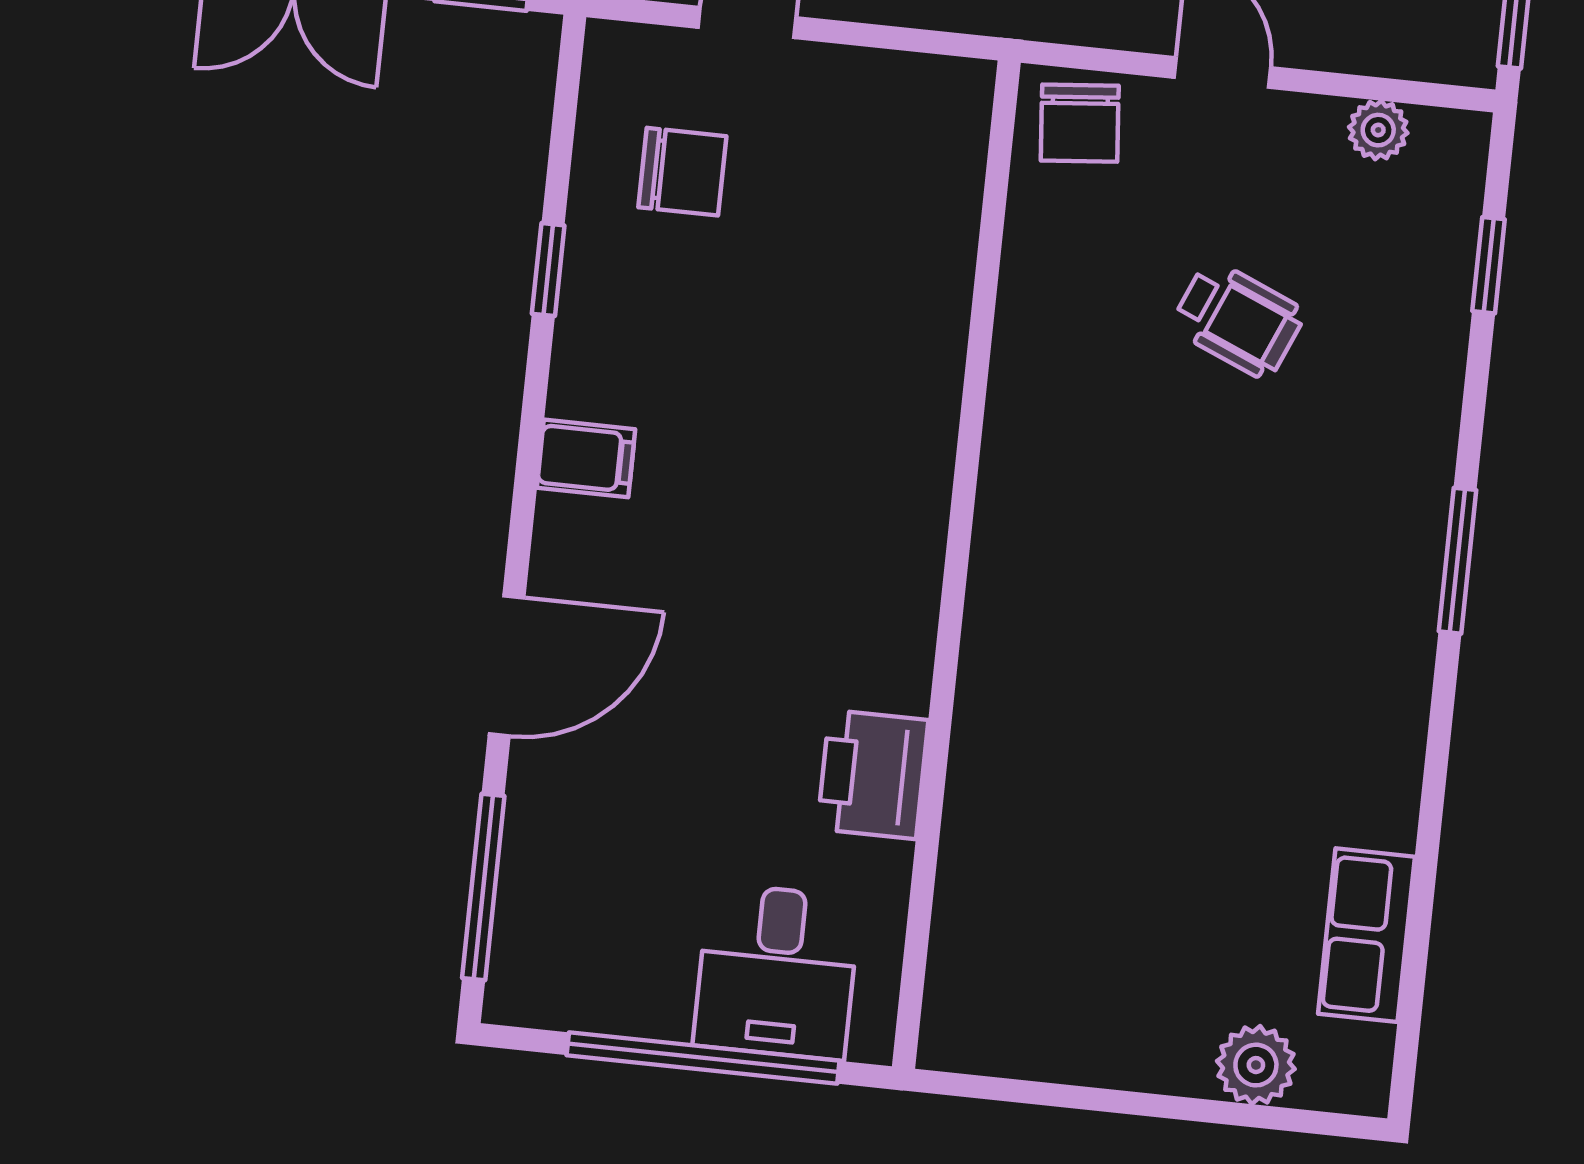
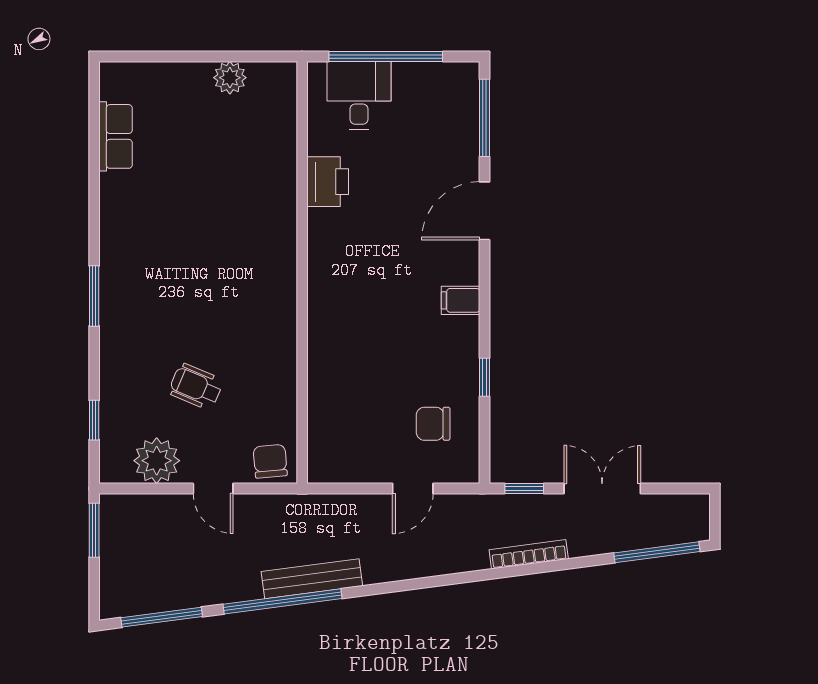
plant: (1378, 130) -> (157, 461), width x1.88, depth x1.88
plant: (1256, 1065) -> (230, 78), moved

